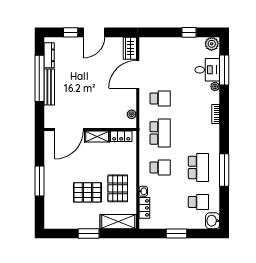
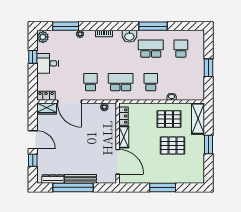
desk: (207, 70) -> (48, 63), moved, turned -90
pallet: (87, 192) -> (173, 146), turned 90
locker: (144, 208) -> (46, 96), moved
washbasin: (213, 221) -> (129, 36), moved

